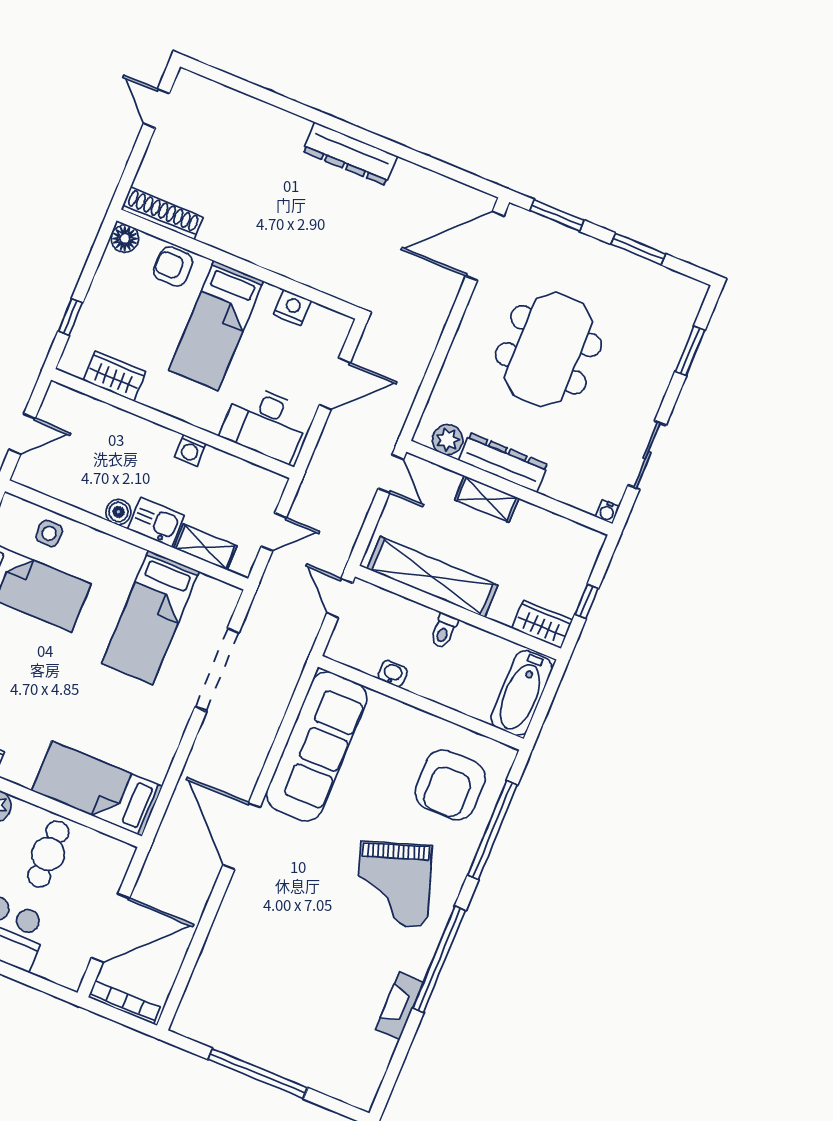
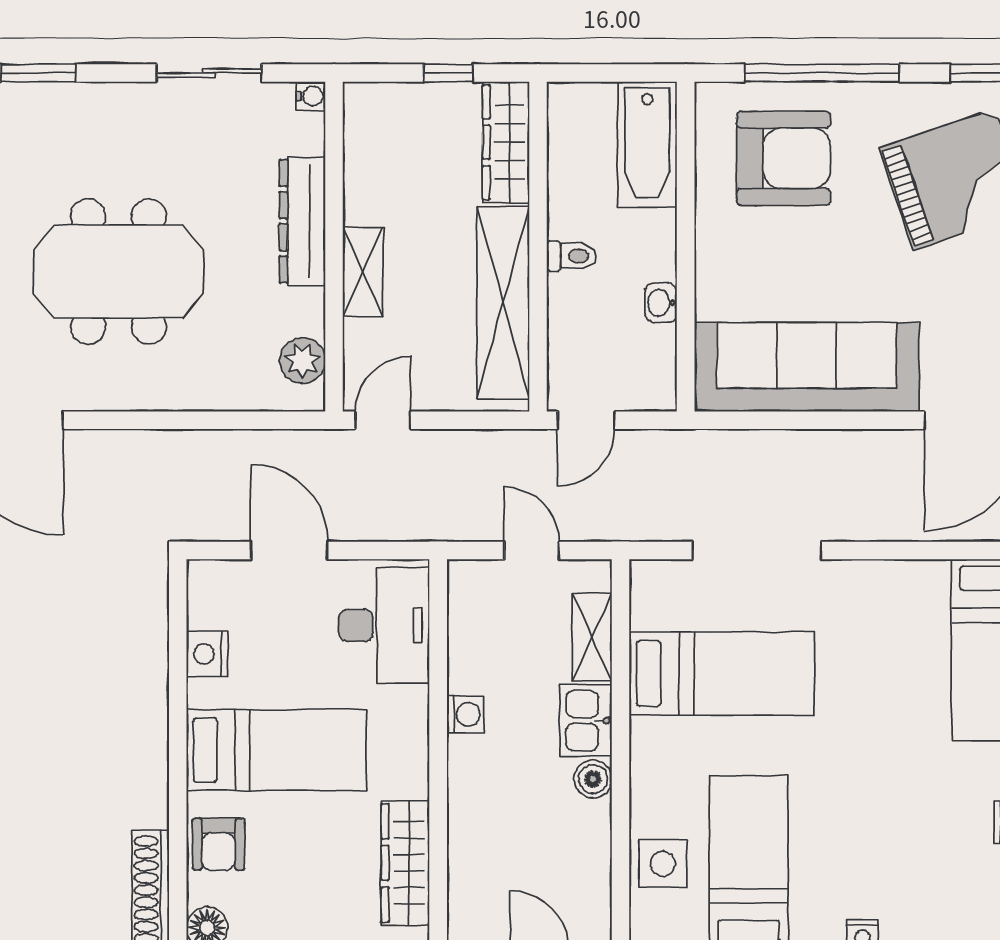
wardrobe: (114, 376) -> (405, 863), width x1.50
dresser: (503, 463) -> (302, 221), moved
side table: (49, 533) -> (663, 864), width x1.37, depth x1.37
wardrobe: (542, 624) -> (506, 142), width x1.50
bathtub: (522, 693) -> (647, 145), moved, turned 90

